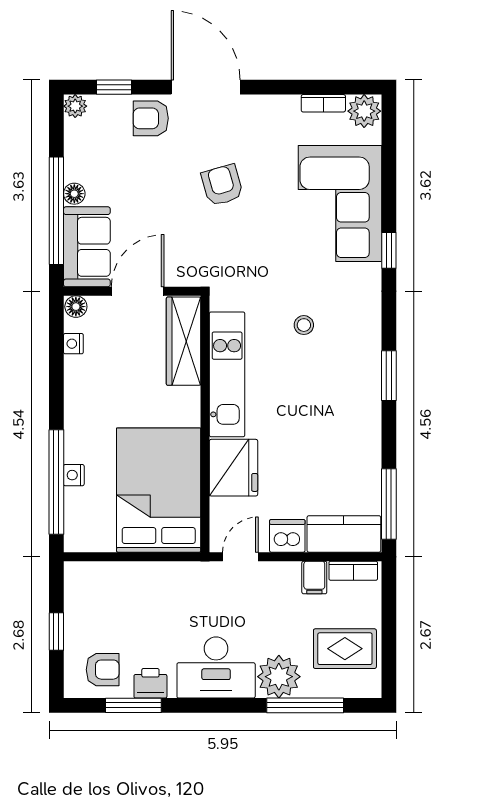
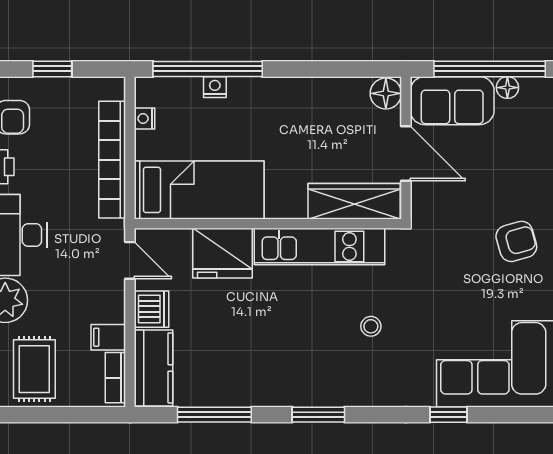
floor lamp: (76, 307) -> (386, 93), width x1.37, depth x1.37
nightstand: (73, 344) -> (145, 119), moved, turned -90
bed: (159, 490) -> (199, 190), width x0.67
window: (389, 504) -> (214, 415), moved
bookcase: (144, 574) -> (112, 160), added

